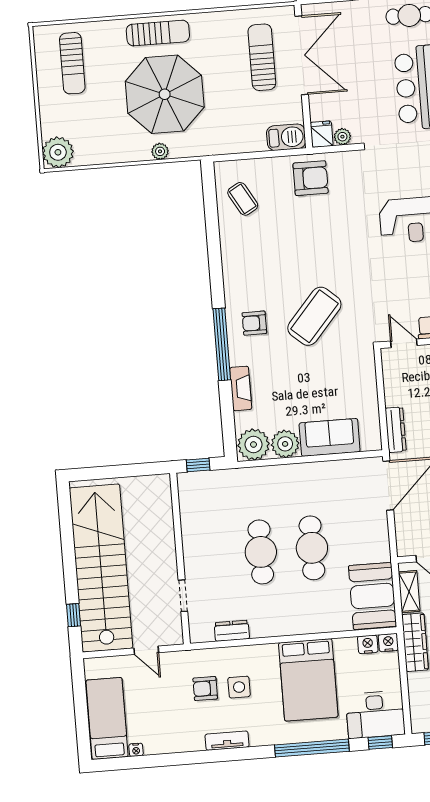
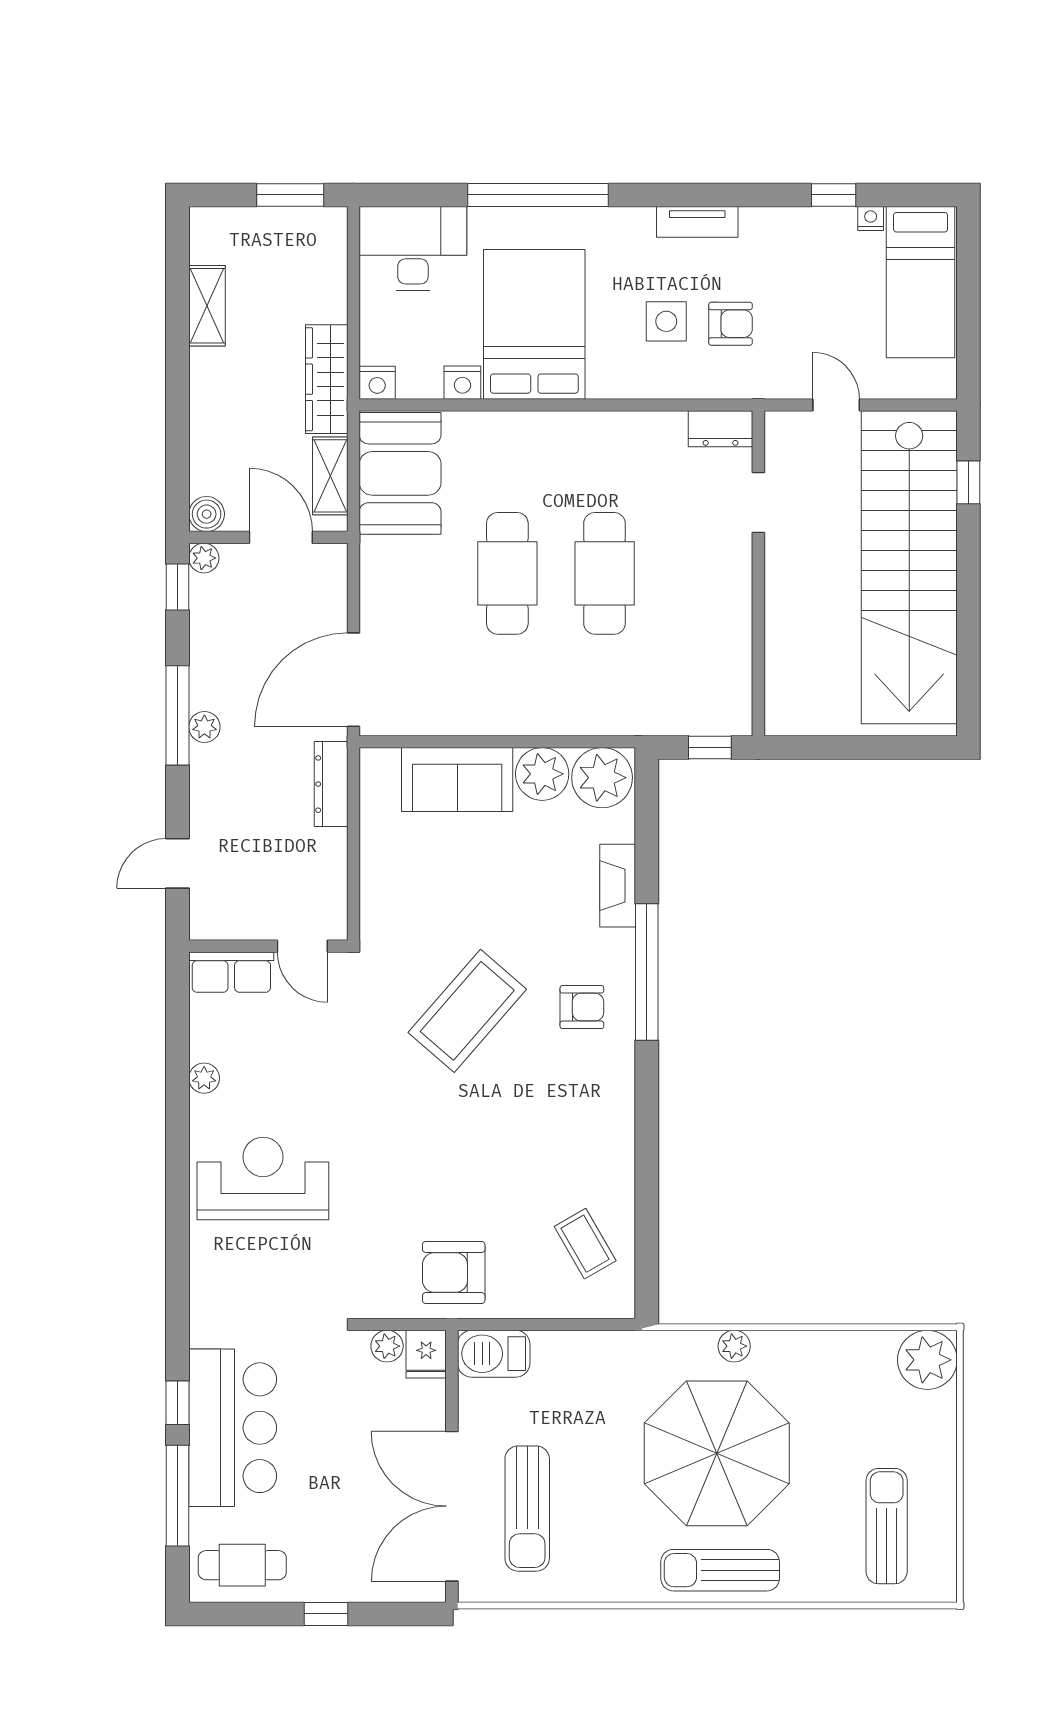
dresser: (232, 631) -> (720, 429), moved
nightstand: (368, 644) -> (462, 383), moved
window: (380, 743) -> (834, 195), moved

